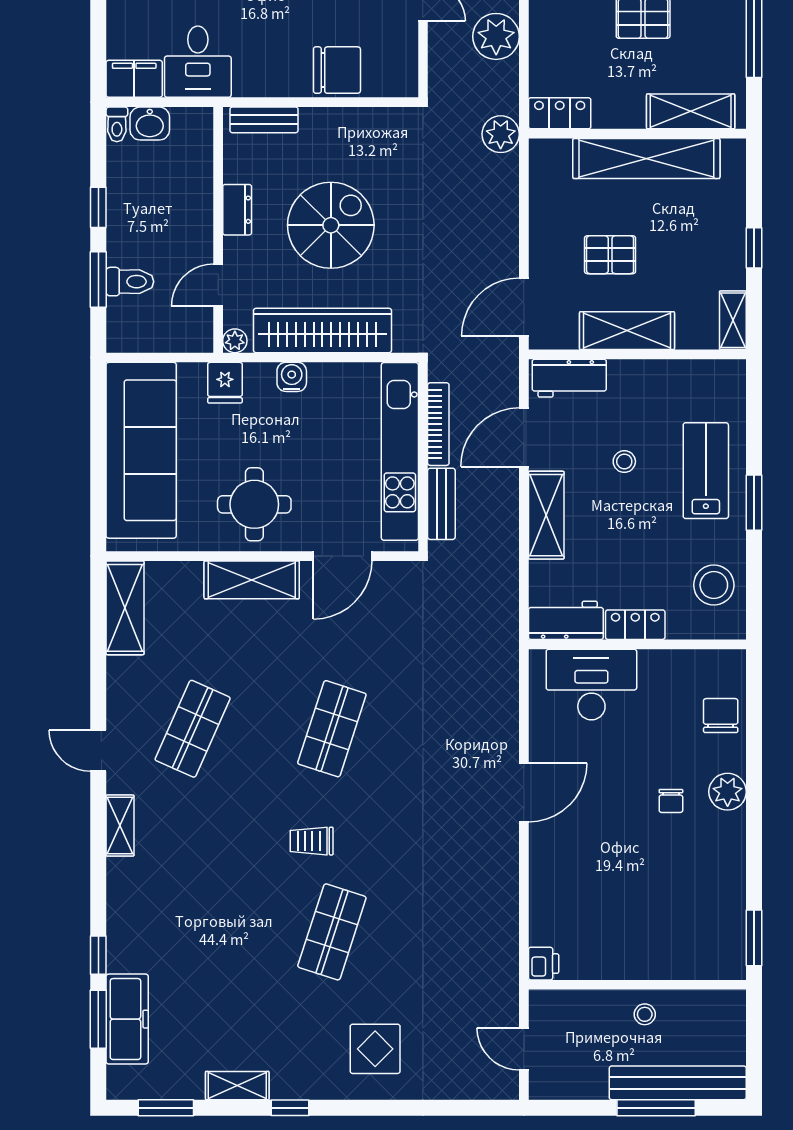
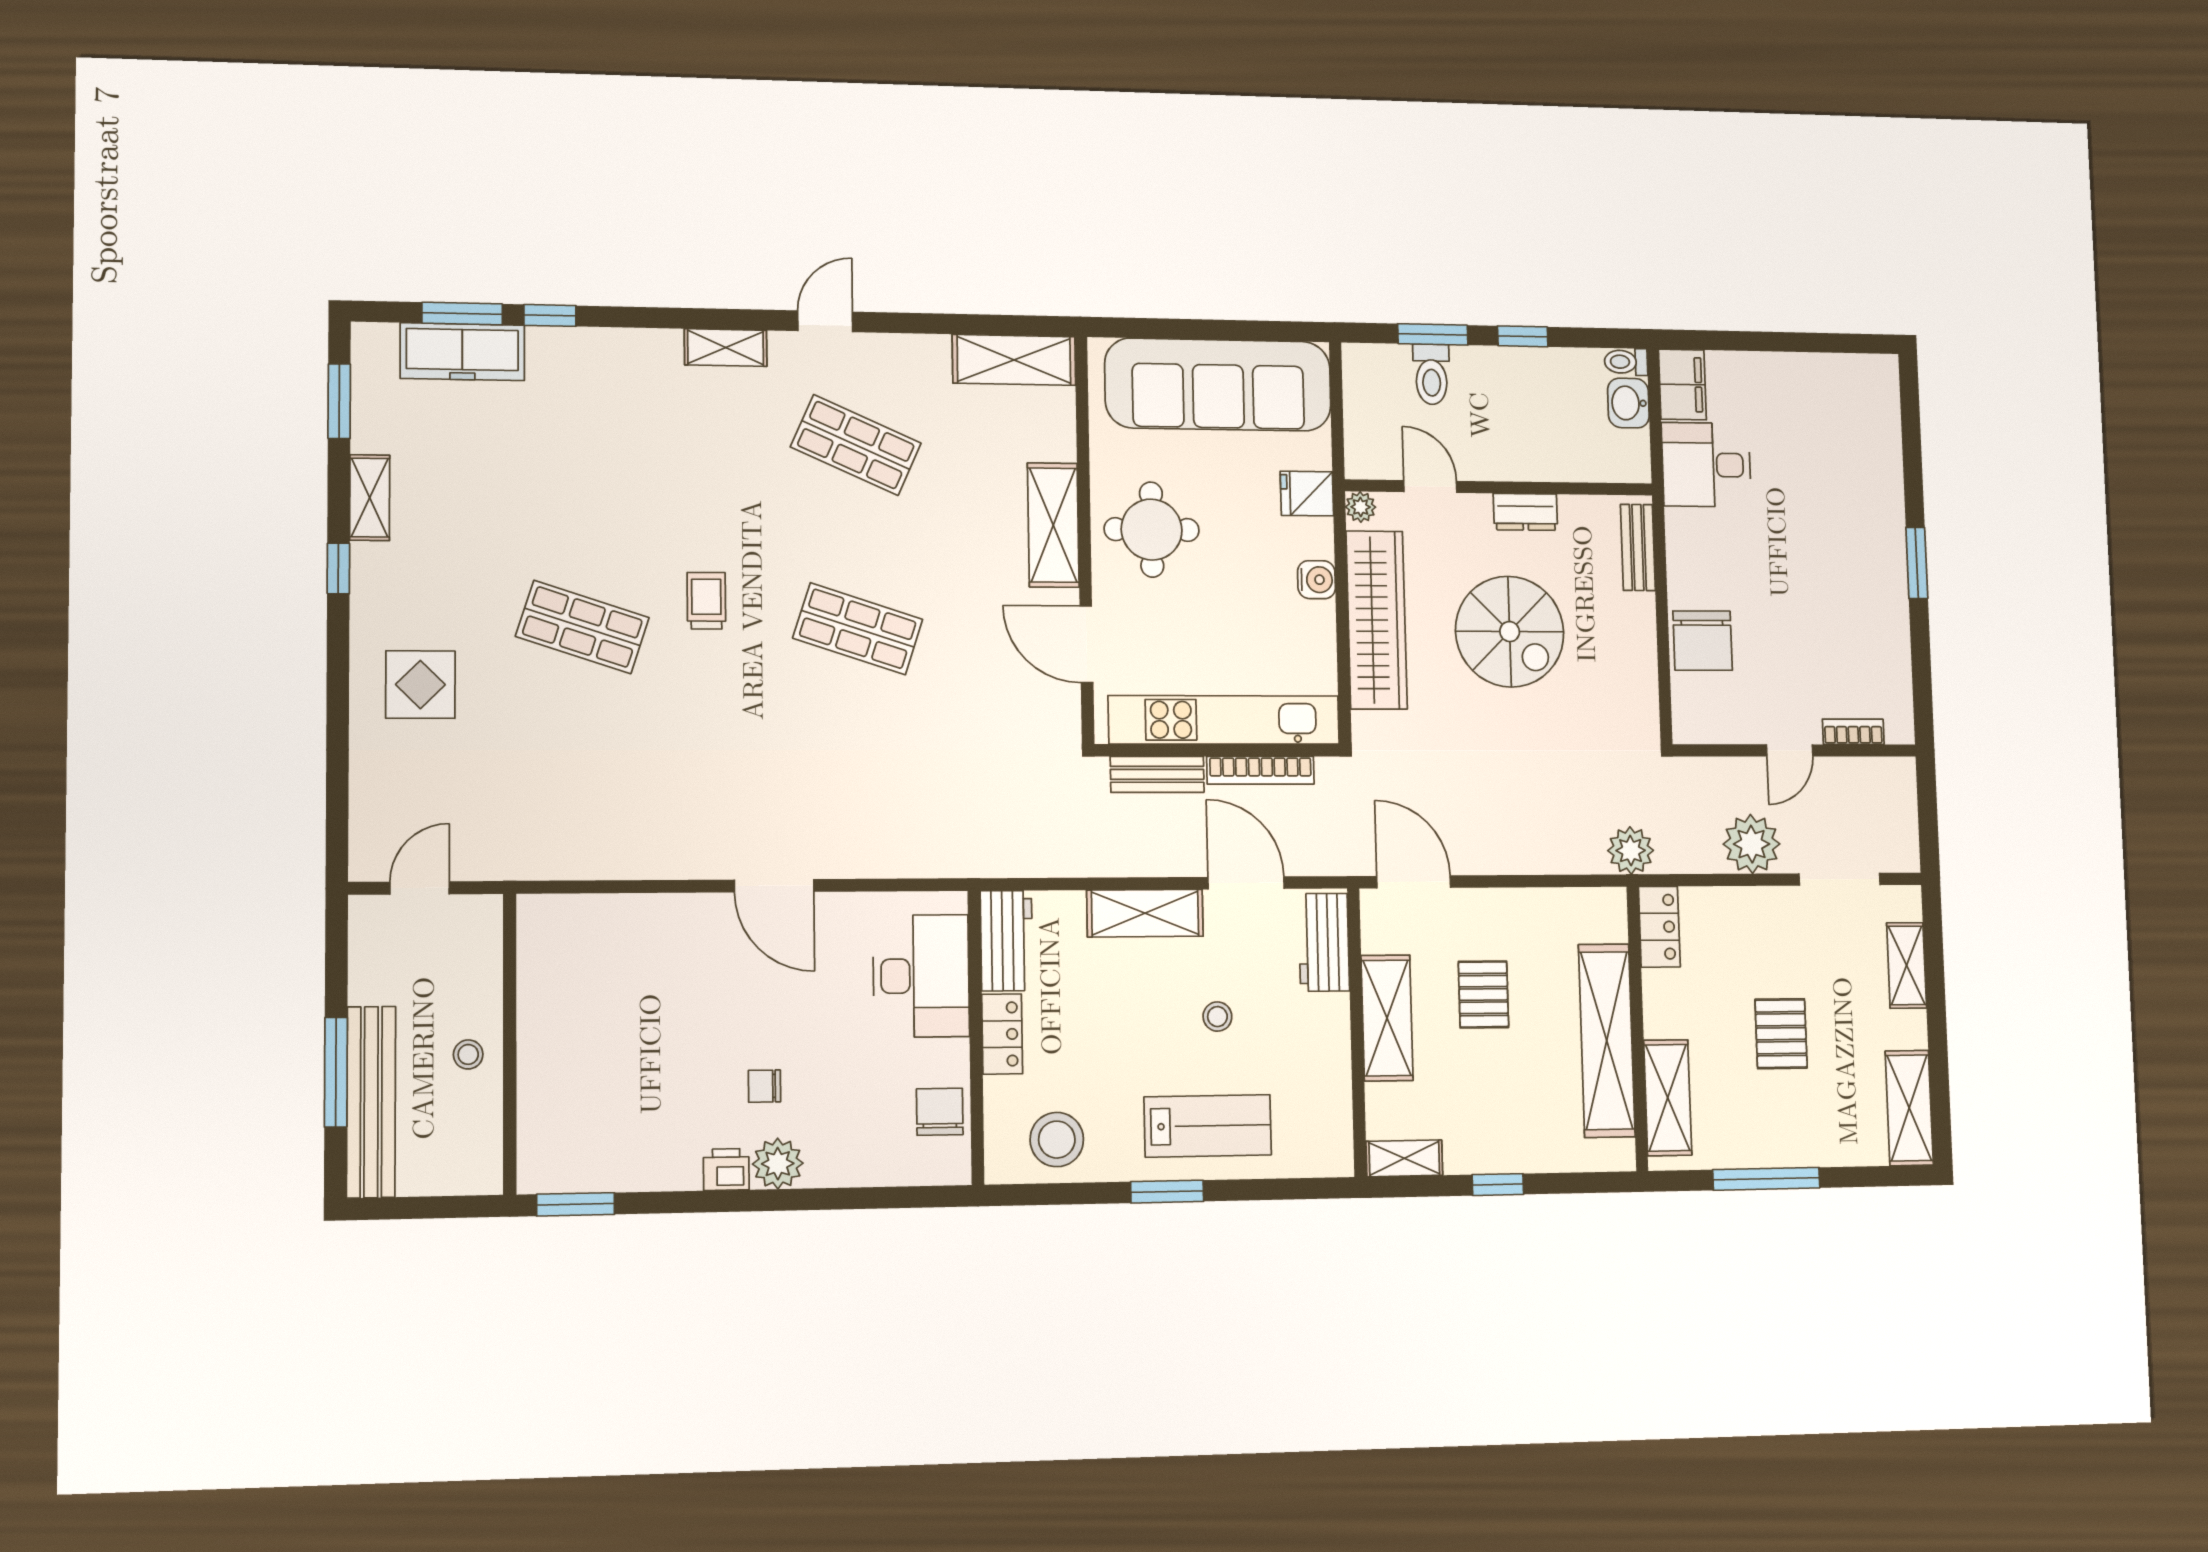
chair: (721, 716) -> (940, 1112), moved, turned -90
printer: (544, 964) -> (726, 1170), moved, turned 180

